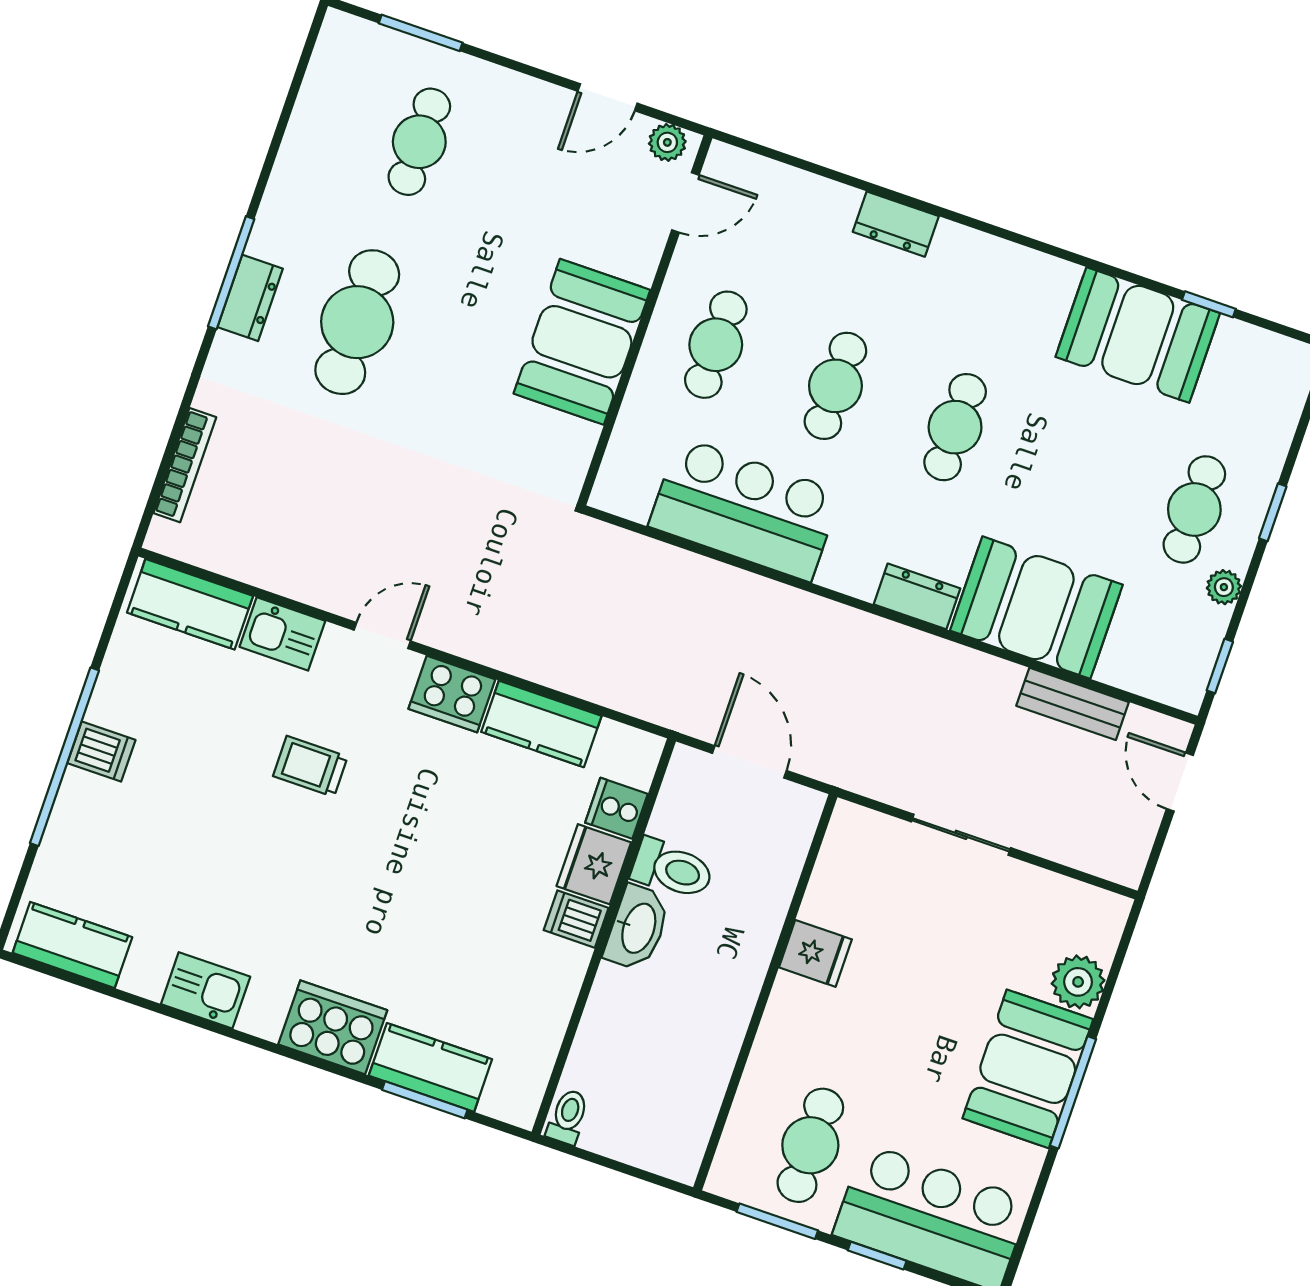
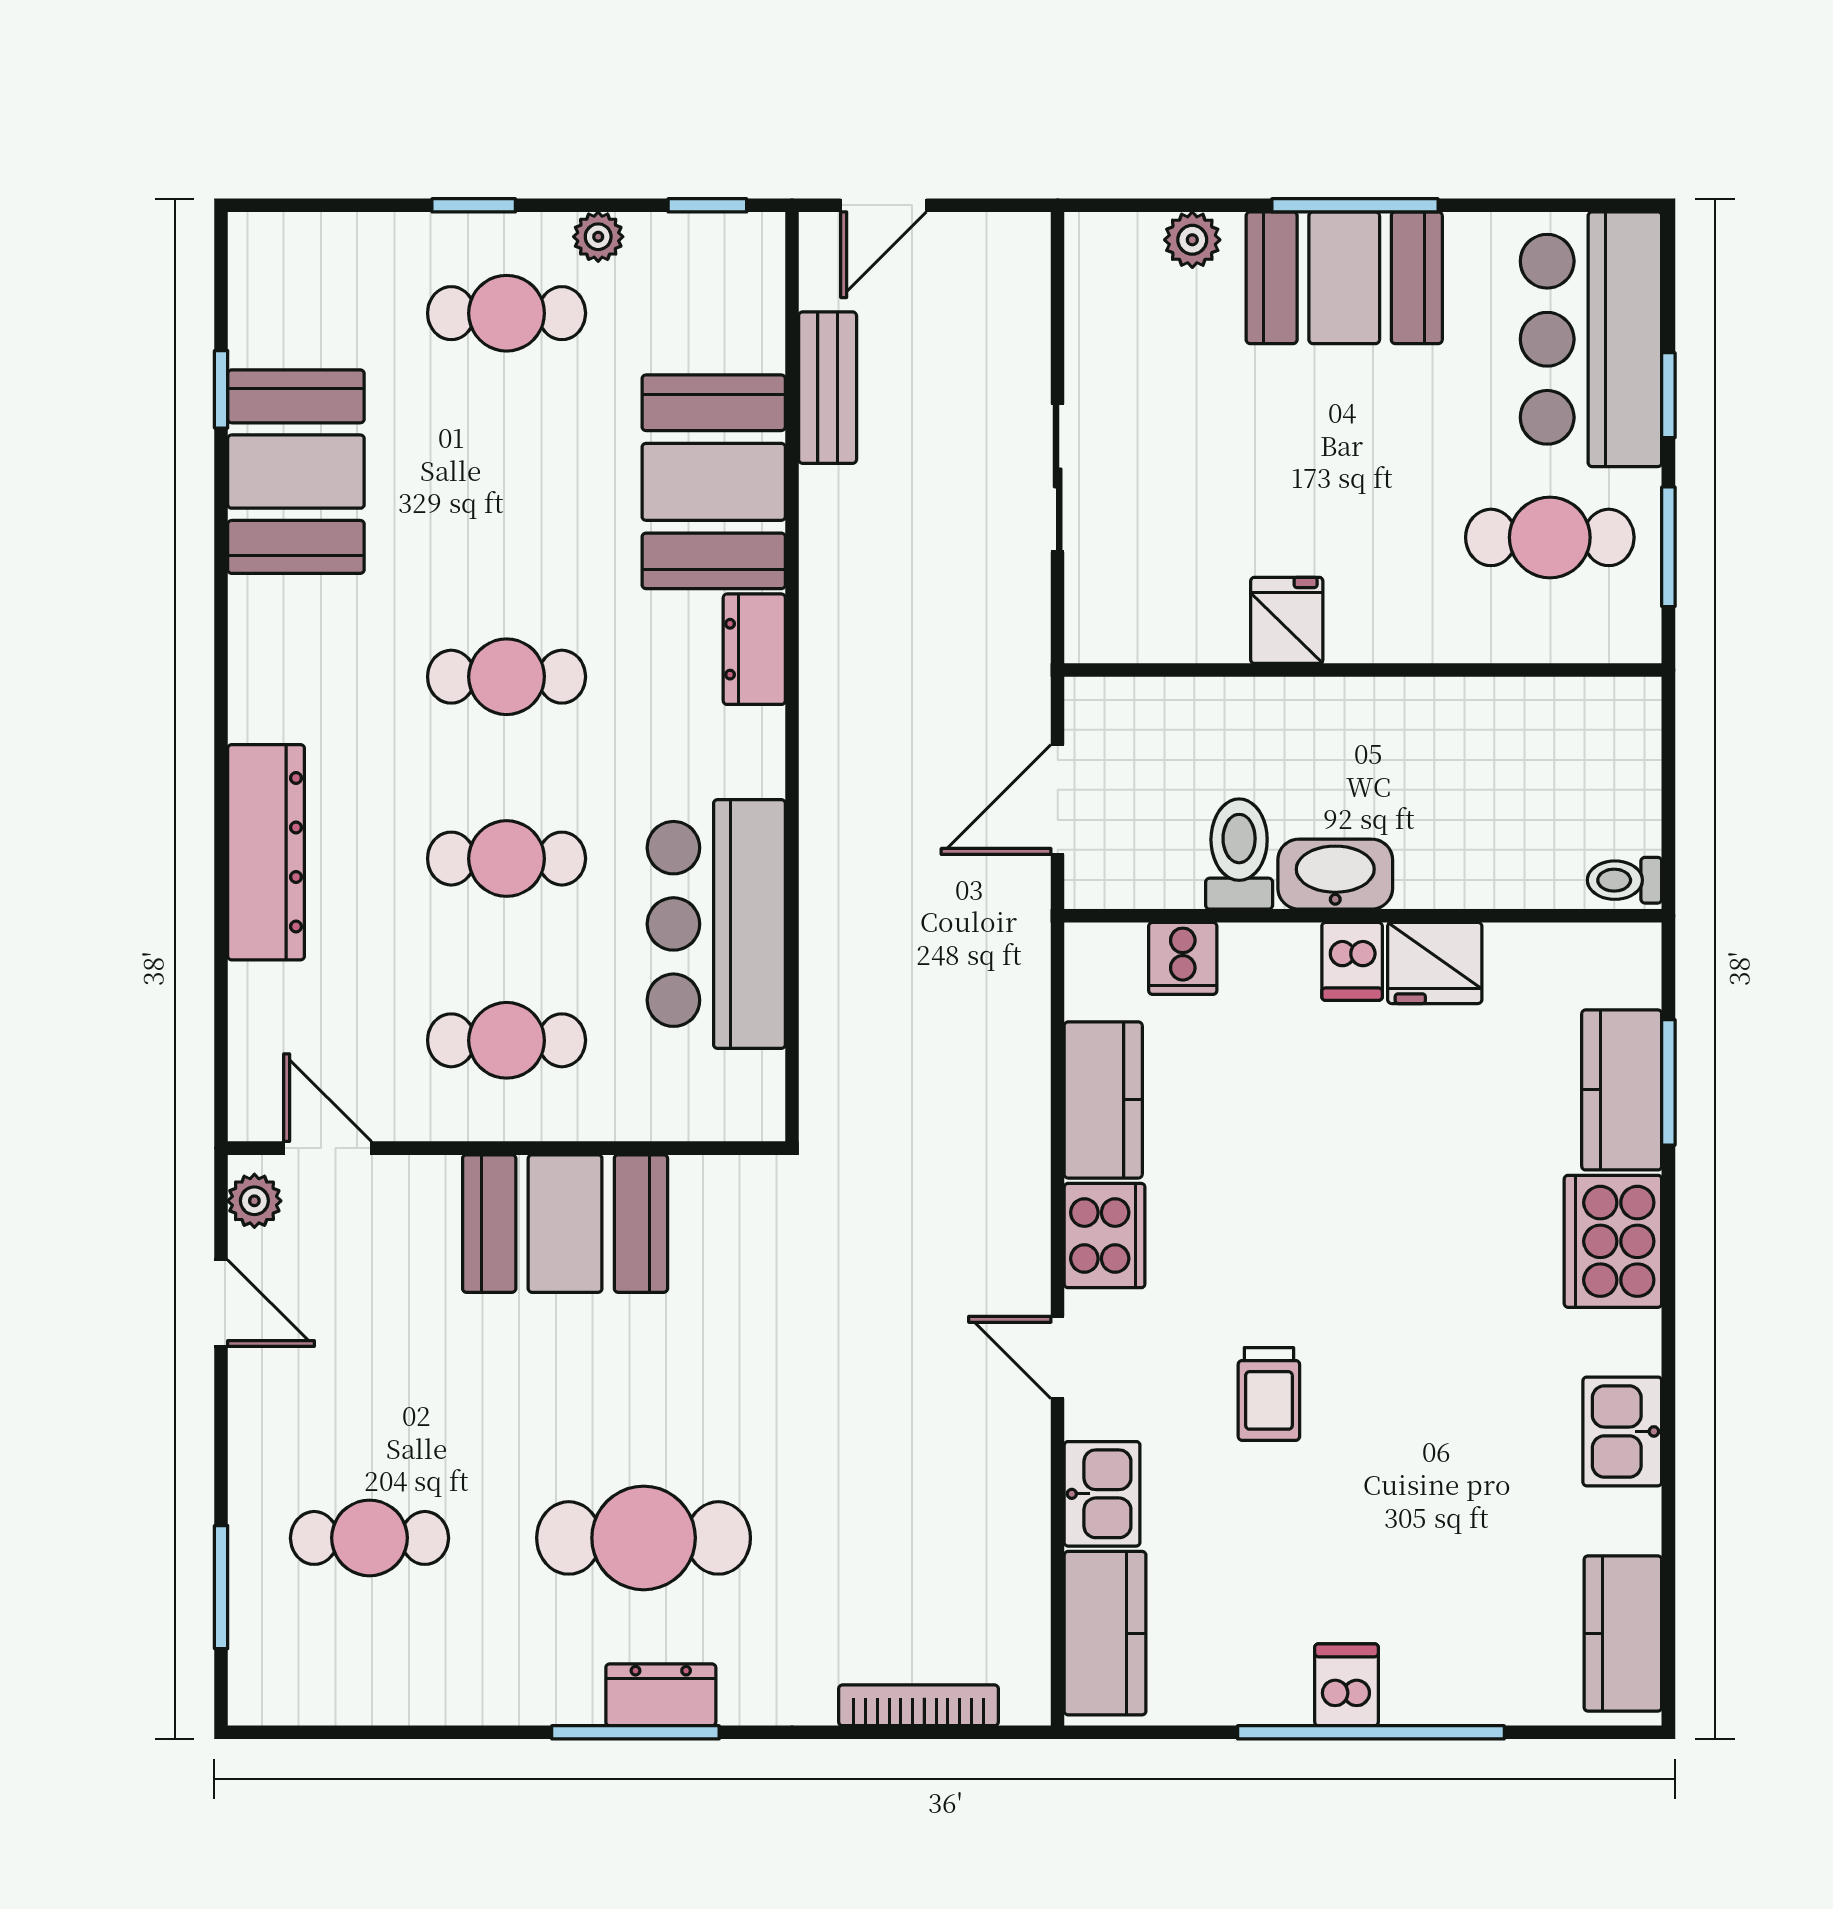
dresser: (896, 224) -> (266, 852), width x1.96, depth x1.24
fridge: (594, 864) -> (1435, 963), moved
plant: (1078, 982) -> (1192, 240), width x0.73, depth x0.73

